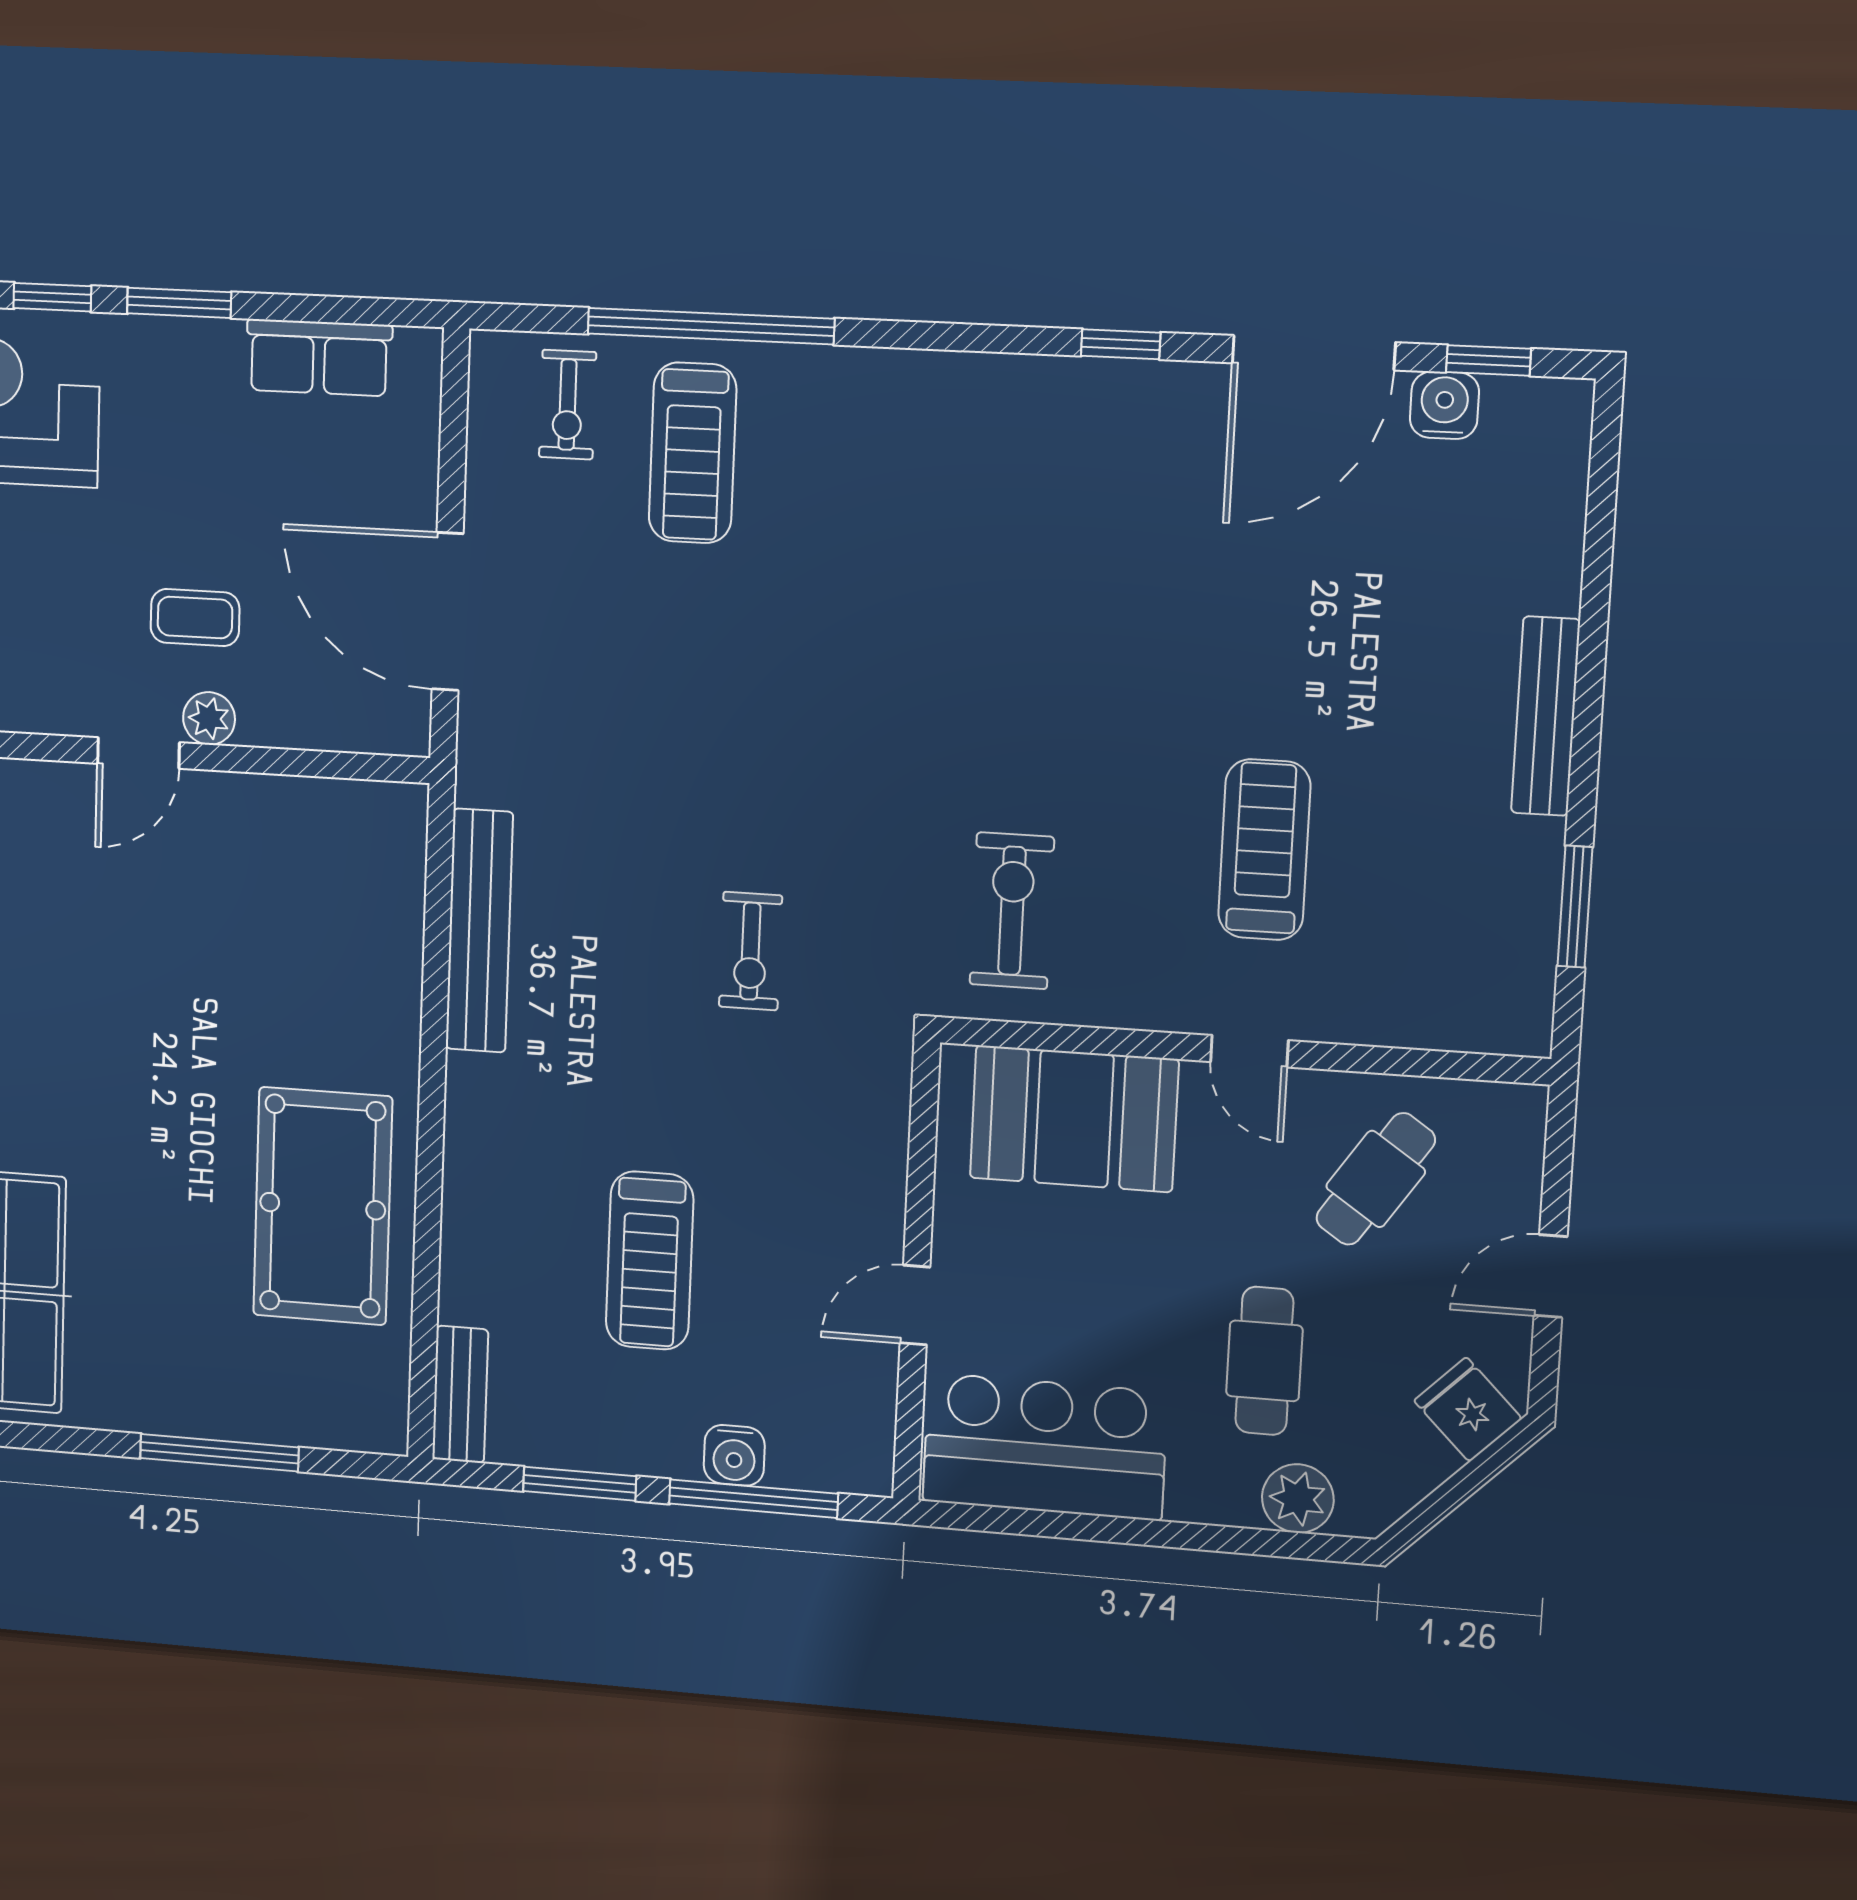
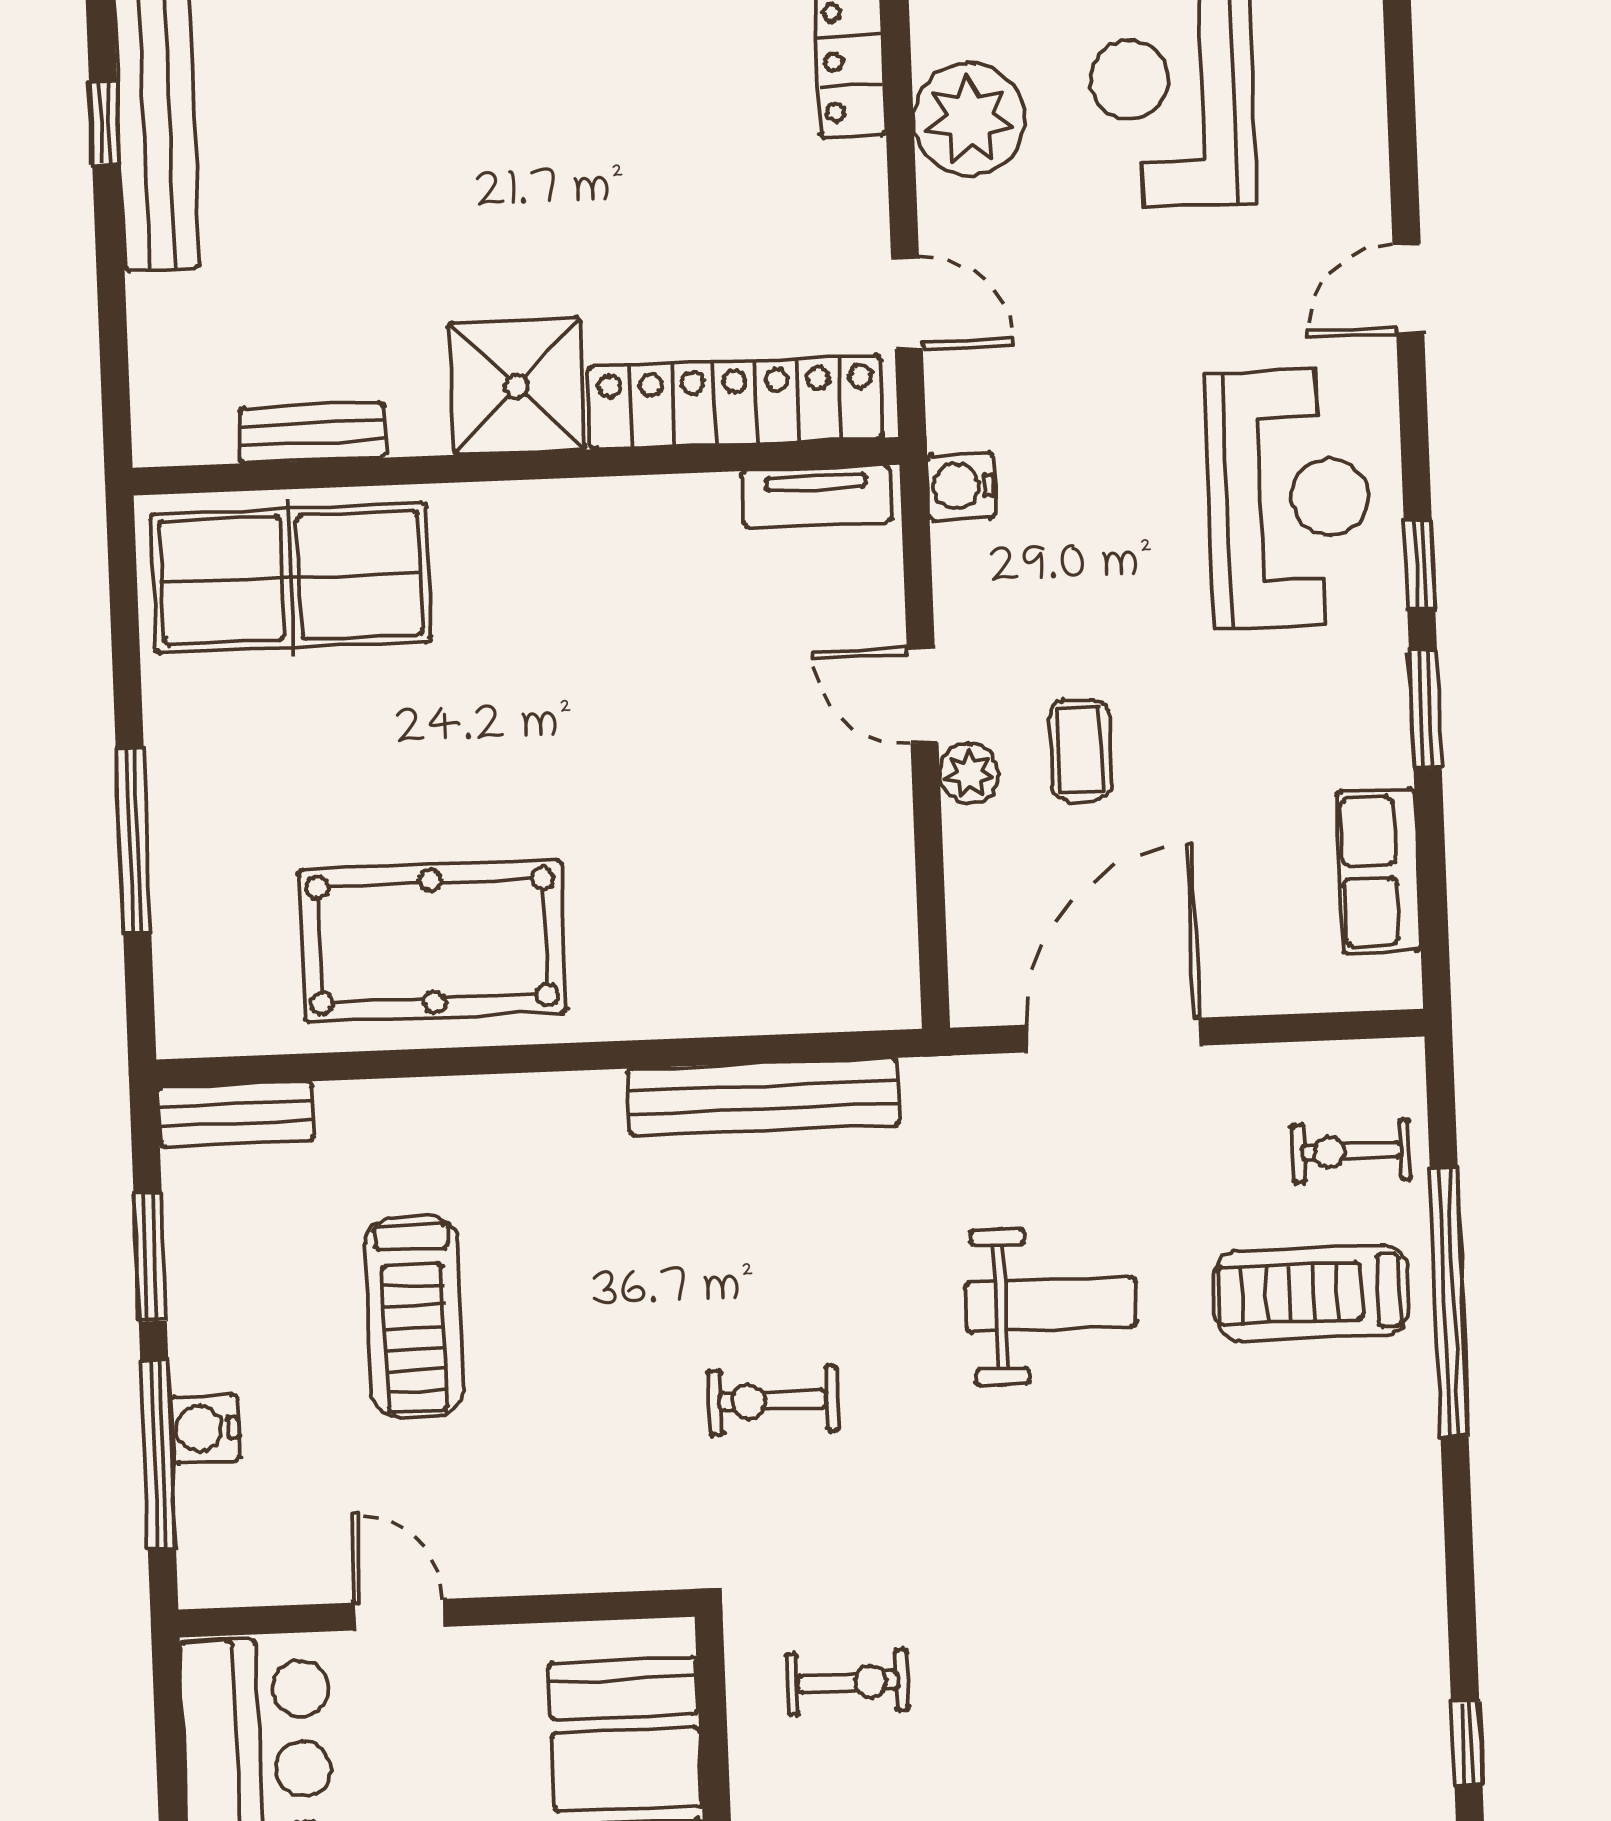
weight bench: (684, 692) -> (1051, 1305), added
exercise bike: (1012, 911) -> (848, 1682), width x0.73, depth x0.72
treadmill: (650, 1261) -> (414, 1316), turned -90

